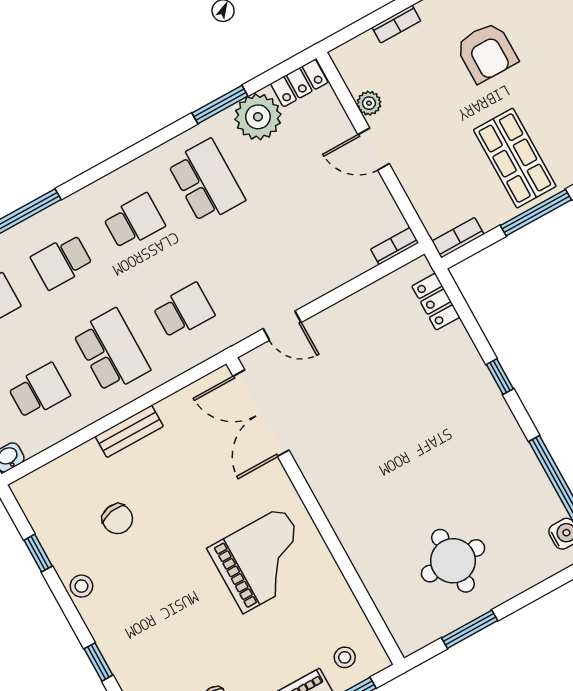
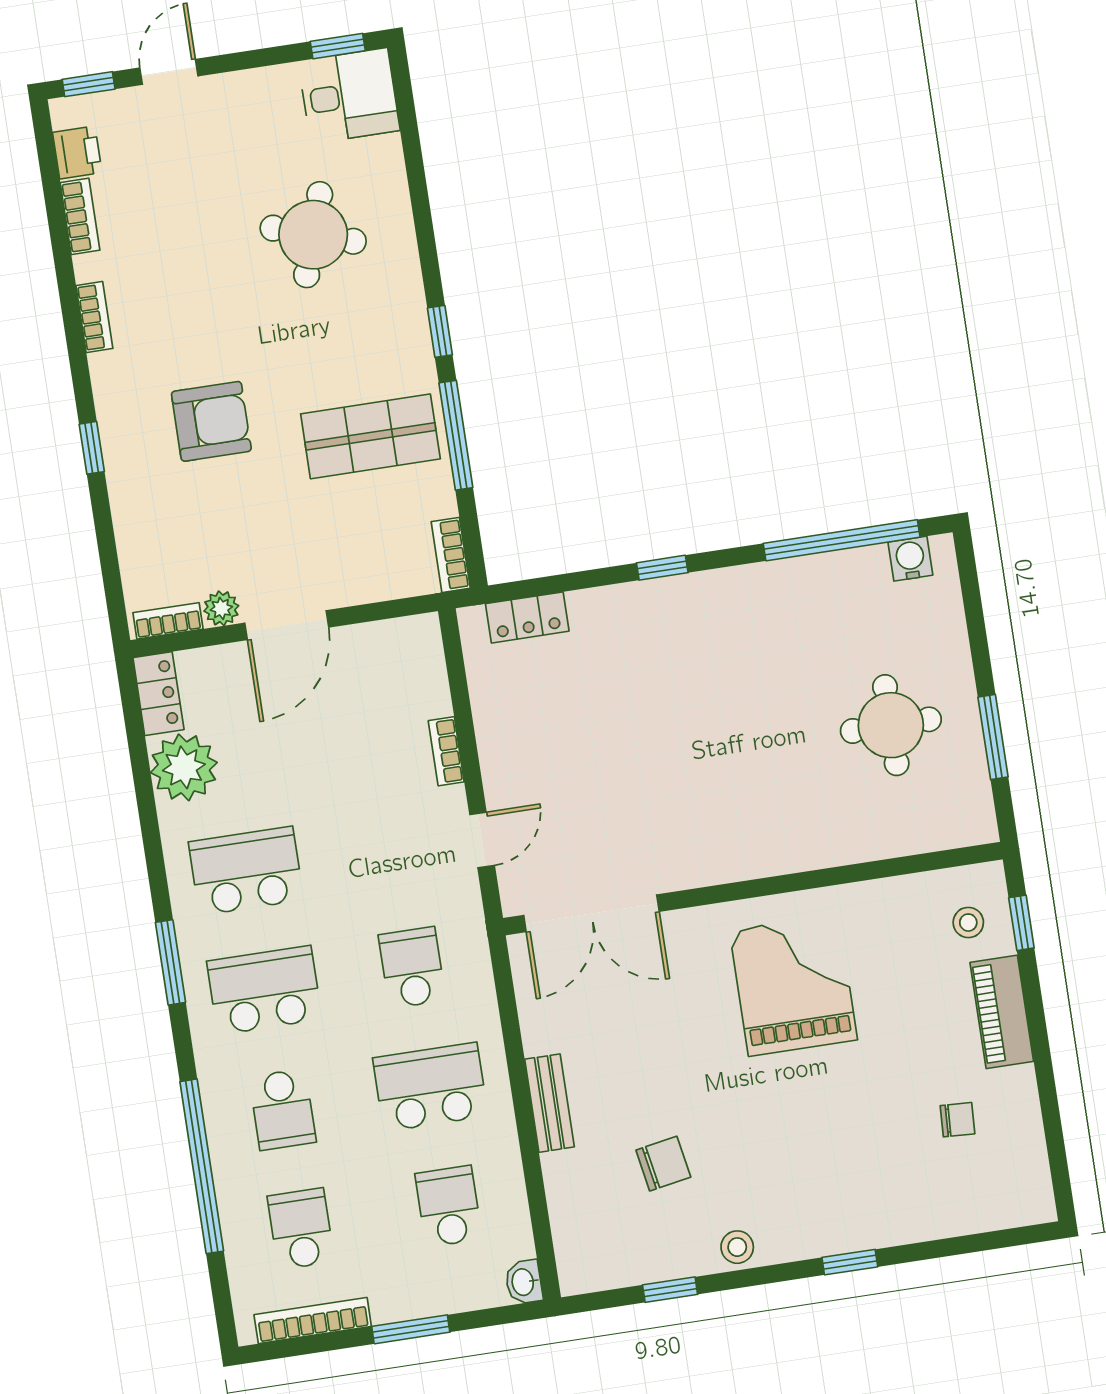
bookcase: (396, 24) -> (168, 621), moved, turned -90
window: (220, 105) -> (170, 962), moved
door: (374, 149) -> (287, 625), width x1.38
school desk: (134, 221) -> (264, 990), width x1.85
bookcase: (395, 246) -> (446, 751), moved

